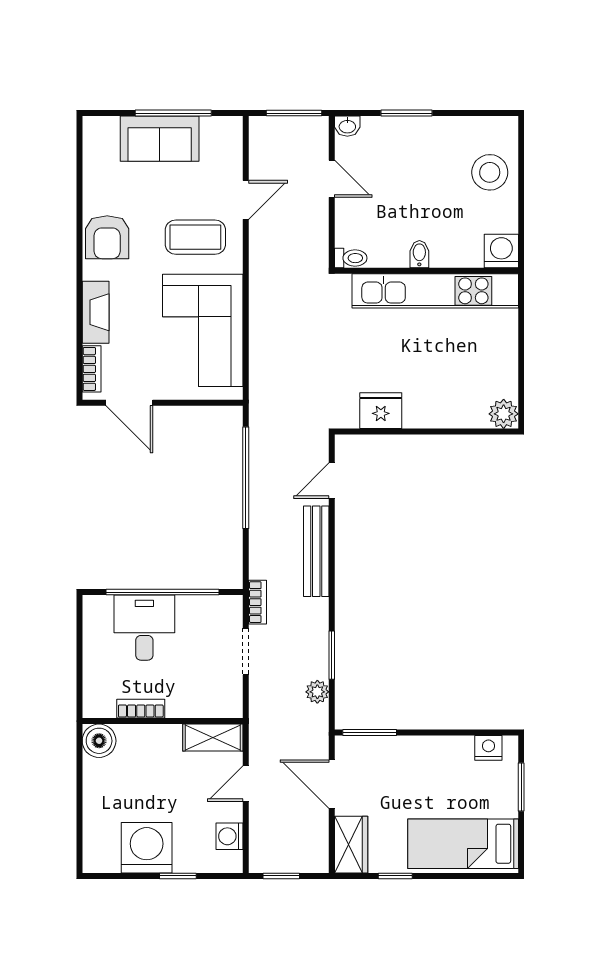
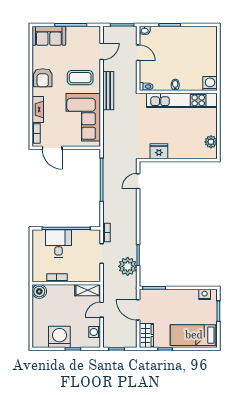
sofa: (160, 139) -> (49, 36), moved
stool: (490, 172) -> (205, 50), removed
door: (246, 200) -> (102, 51), moved
plant: (504, 414) -> (211, 142), moved
bench: (316, 551) -> (108, 91), moved
plant: (317, 692) -> (128, 266), width x1.88, depth x1.88

